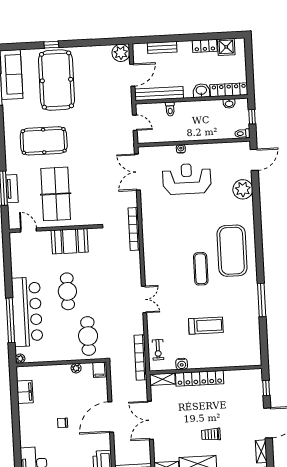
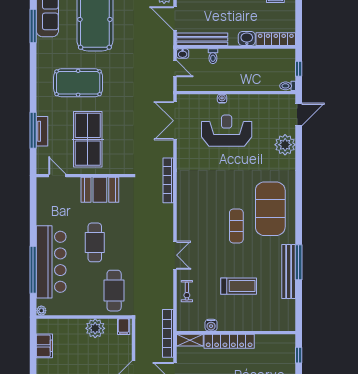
door: (132, 75) -> (175, 18), swing flipped
washbasin: (229, 103) -> (183, 54), moved
bench: (253, 309) -> (289, 272), added
exercise bike: (158, 350) -> (187, 291), moved
bookcase: (140, 357) -> (168, 333), moved
plant: (76, 368) -> (95, 328), width x1.88, depth x1.88

